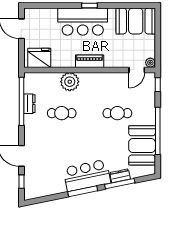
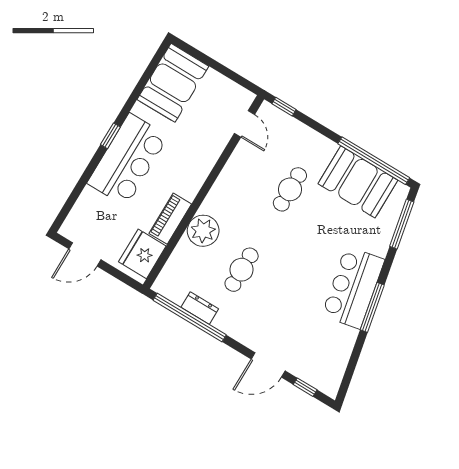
piano: (90, 61) -> (170, 219), moved
plant: (150, 63) -> (246, 98), removed
window: (158, 131) -> (374, 161), moved
dresser: (120, 176) -> (382, 240), removed
window: (120, 184) -> (402, 224), moved

